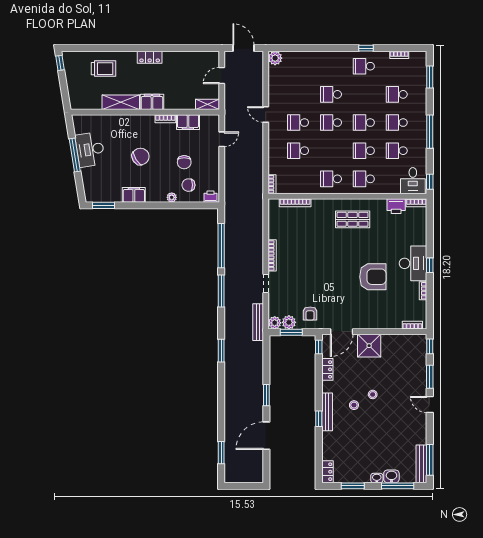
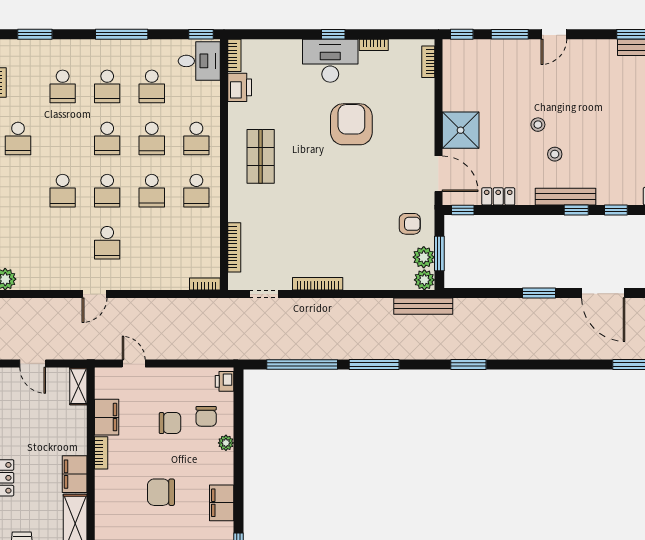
school desk: (298, 151) -> (152, 191), moved
chair: (141, 156) -> (161, 492), turned -58
doorway: (266, 283) -> (264, 294), moved
window: (319, 444) -> (616, 210), added

